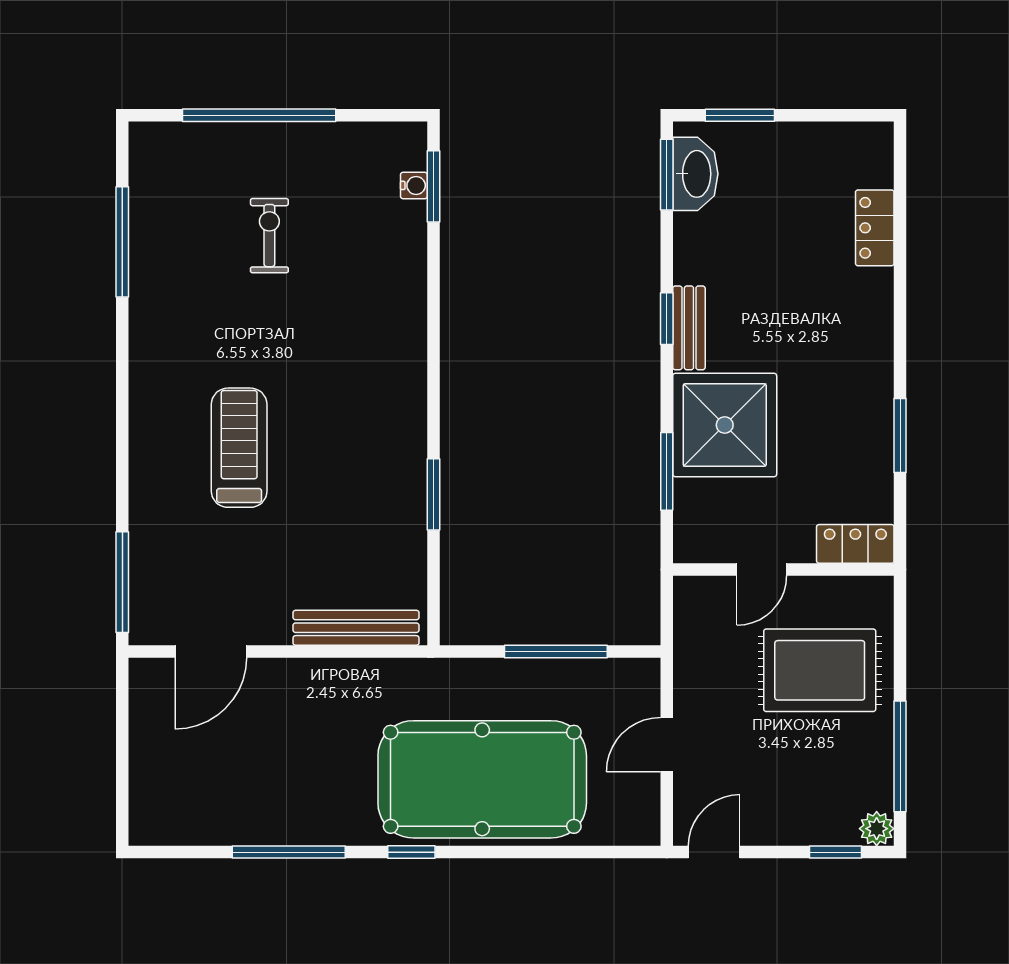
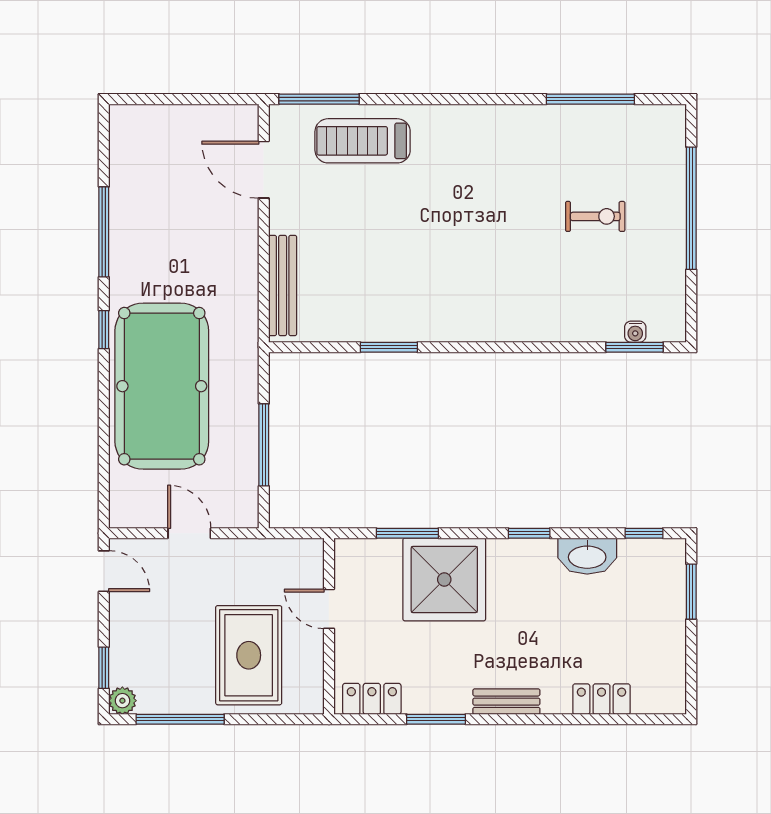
washbasin: (695, 174) -> (587, 556), moved
window: (667, 175) -> (644, 533), width x0.67
bench: (689, 328) -> (506, 702), moved
treadmill: (239, 448) -> (363, 141), moved, turned 180
locker: (855, 544) -> (372, 699), moved, turned -90

